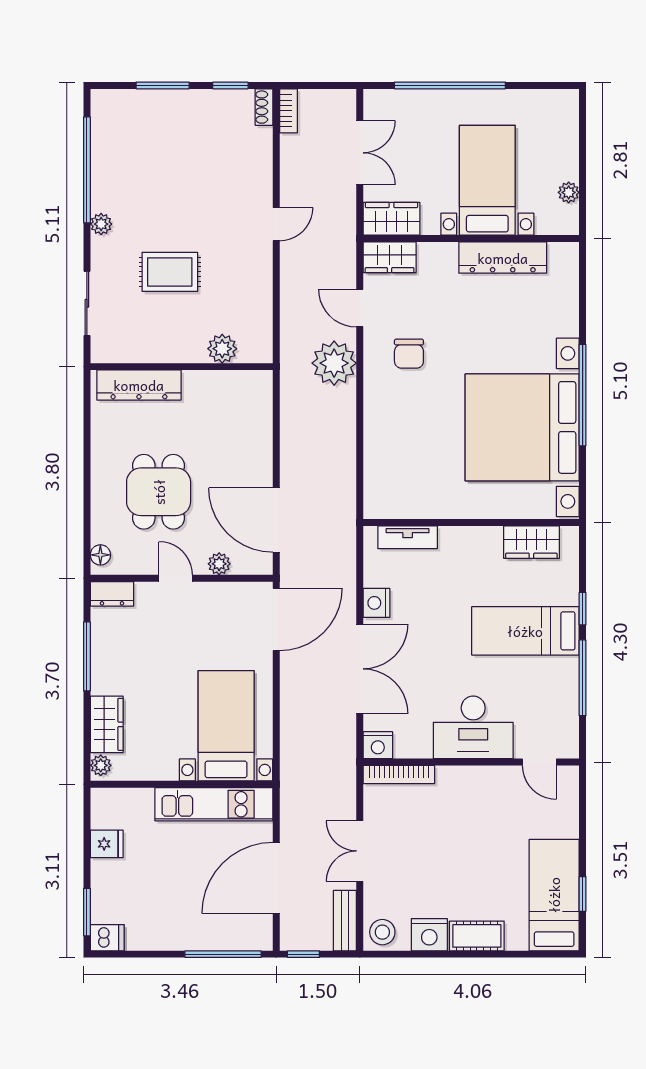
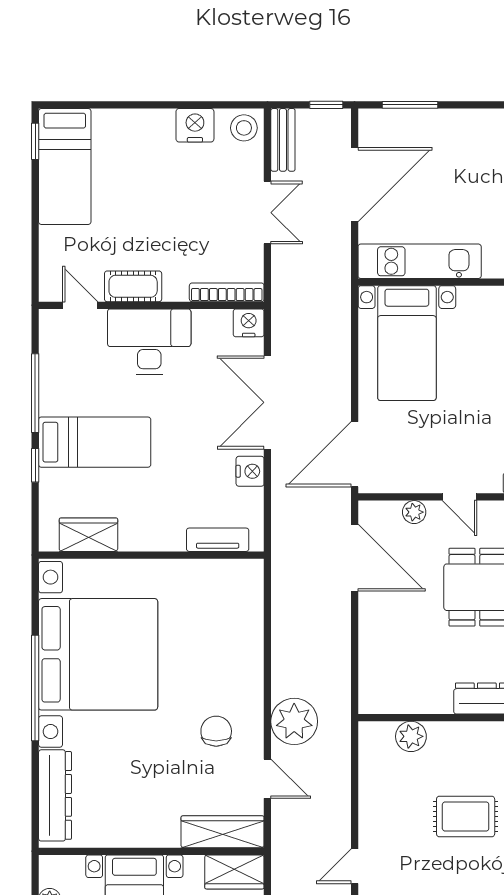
wardrobe: (390, 257) -> (223, 832), width x1.50
dresser: (503, 258) -> (55, 795), moved, turned 90
window: (583, 894) -> (35, 141), moved
cot: (477, 936) -> (133, 286), moved
window: (223, 954) -> (410, 105), width x0.69

